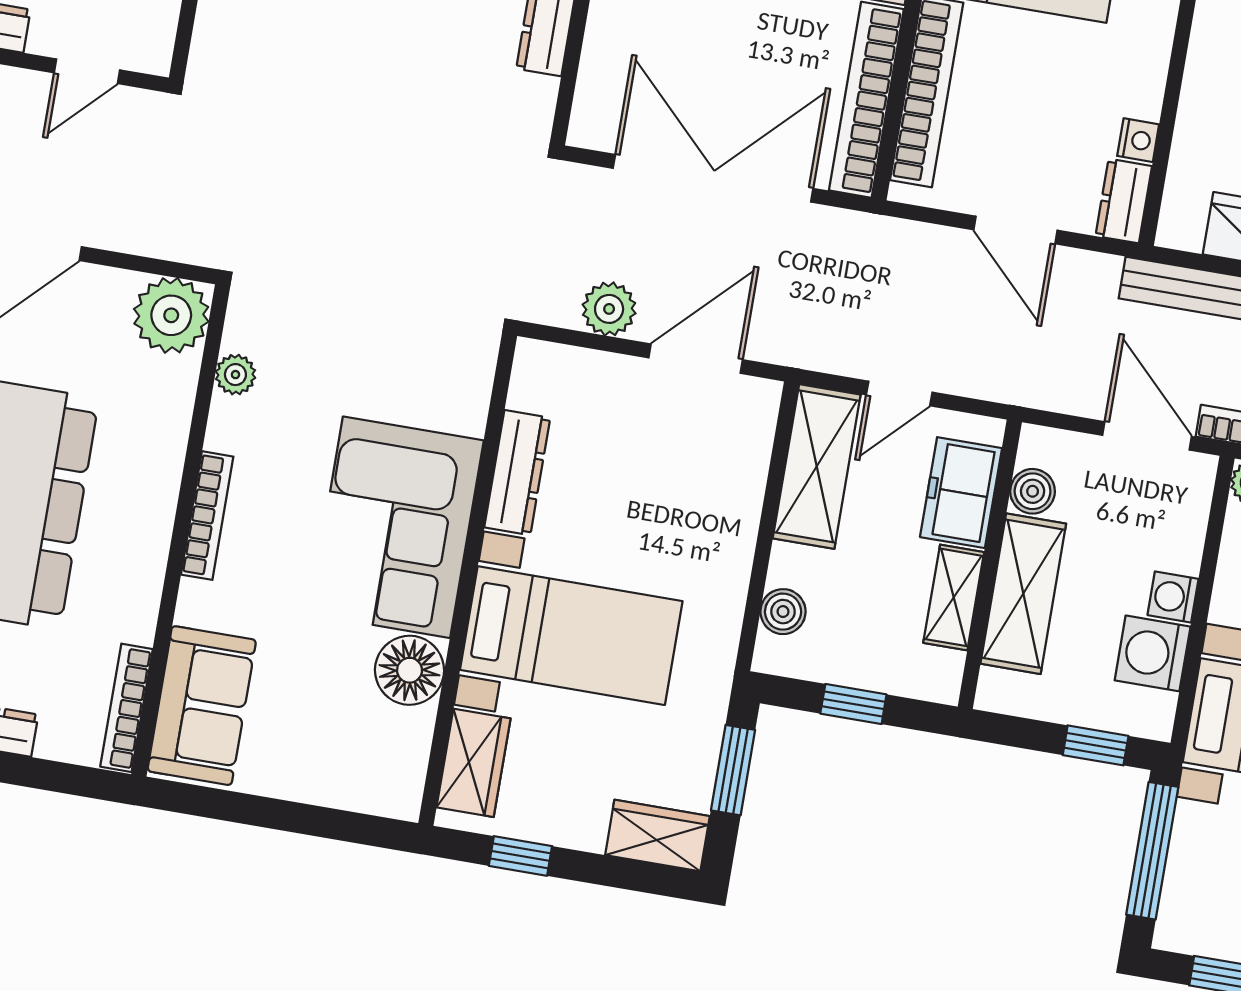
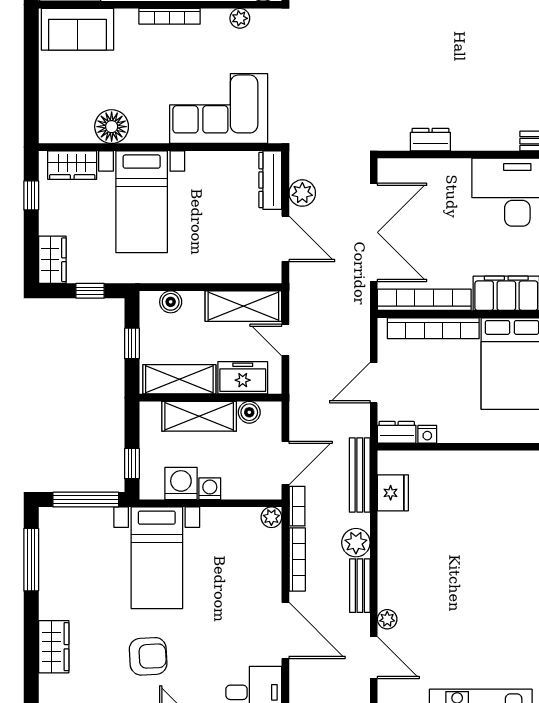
dresser: (517, 473) -> (270, 180), moved, turned 90
corner sofa: (396, 527) -> (219, 108), moved
shelving: (954, 597) -> (179, 379), width x1.50, depth x1.33
window: (733, 770) -> (90, 291), width x0.67

